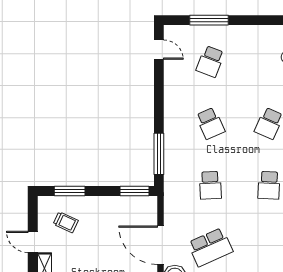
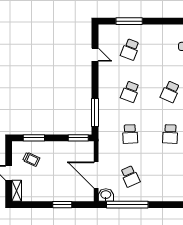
door: (159, 50) -> (95, 55), moved
school desk: (210, 123) -> (130, 92), turned 45
school desk: (210, 247) -> (130, 176), width x0.54

